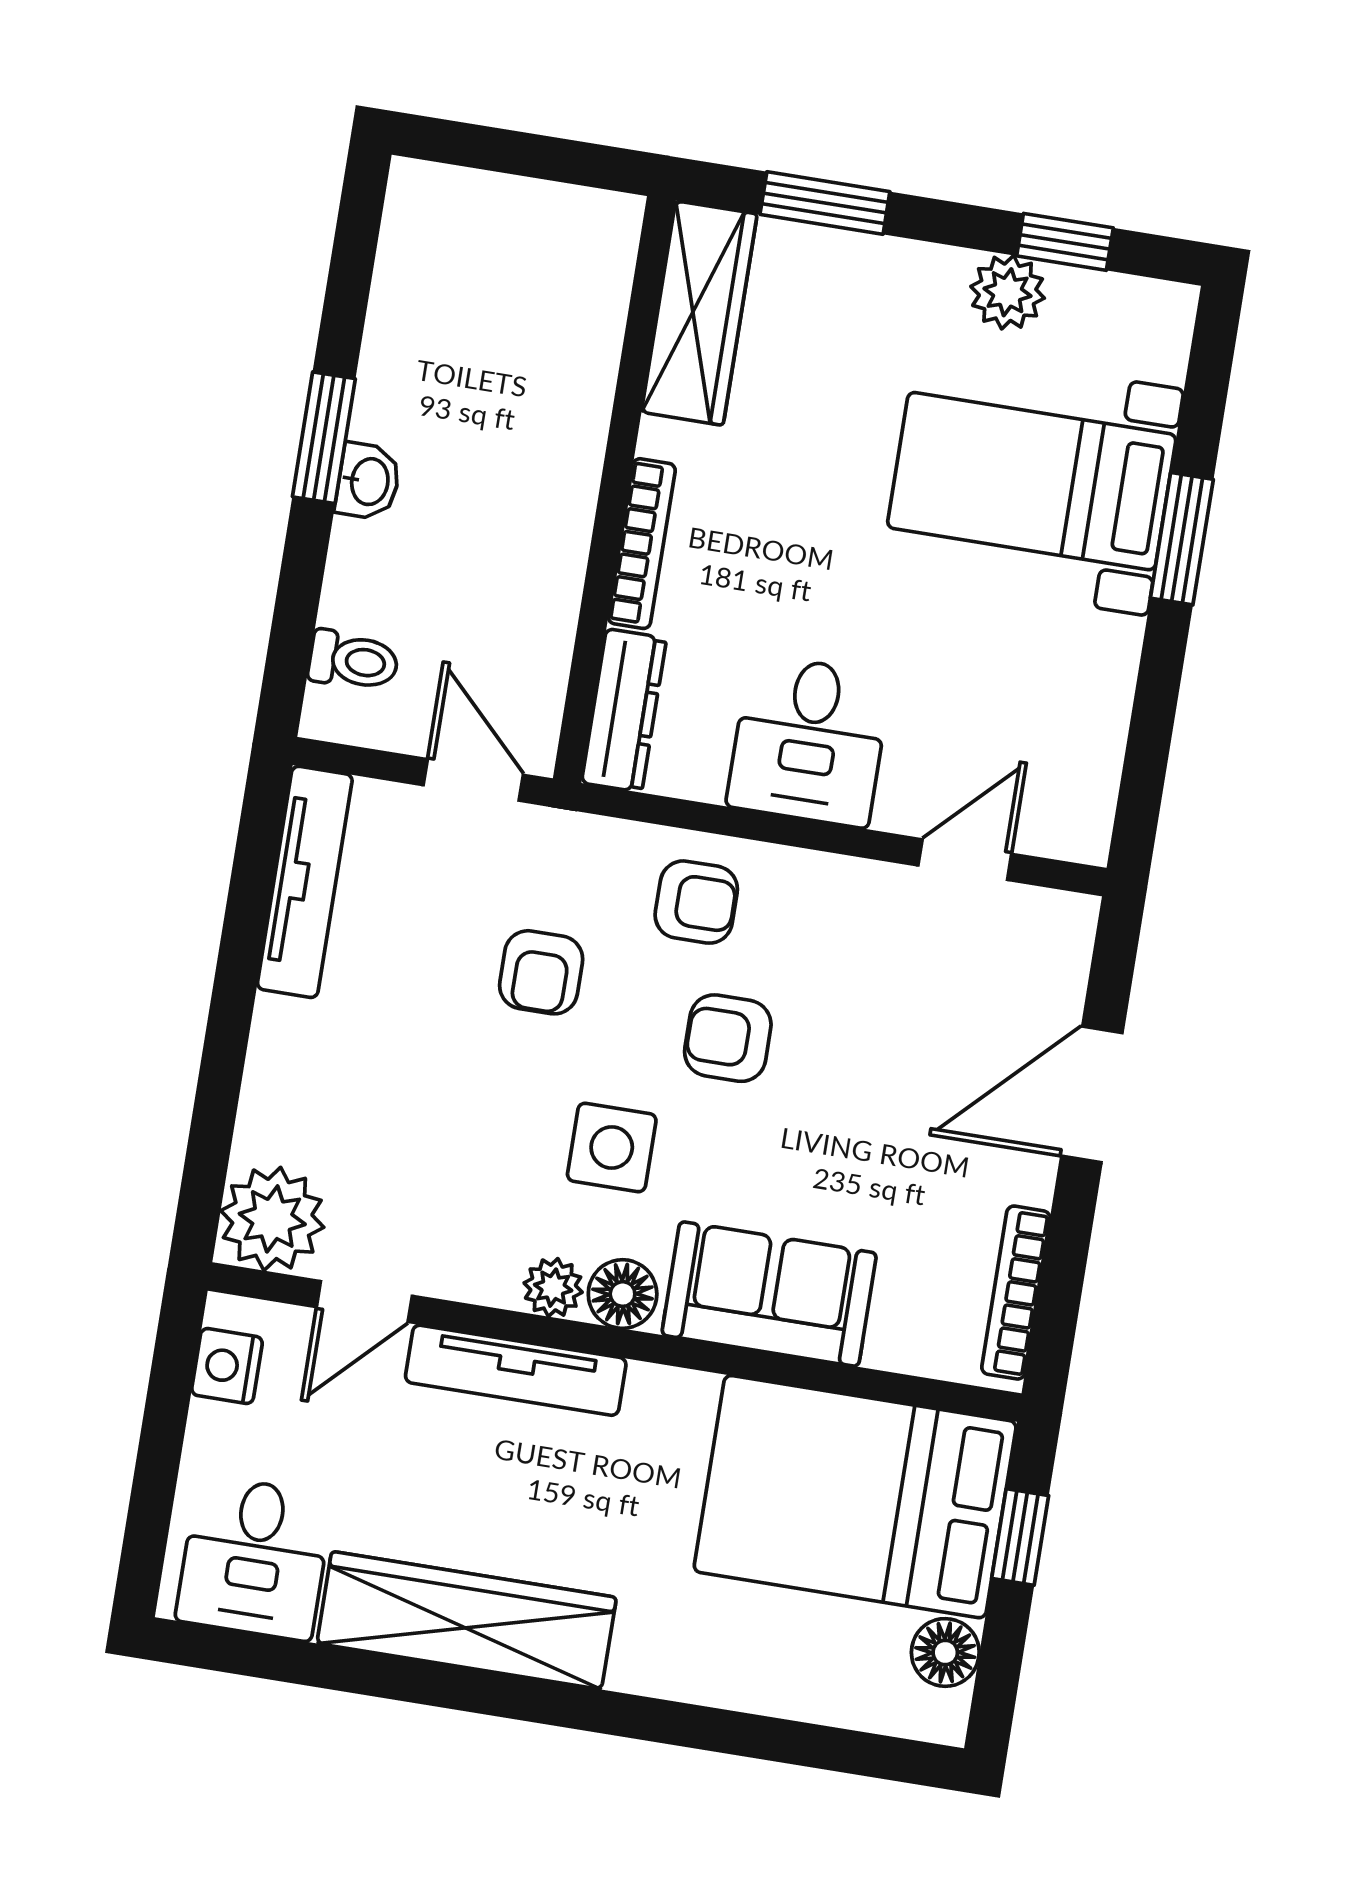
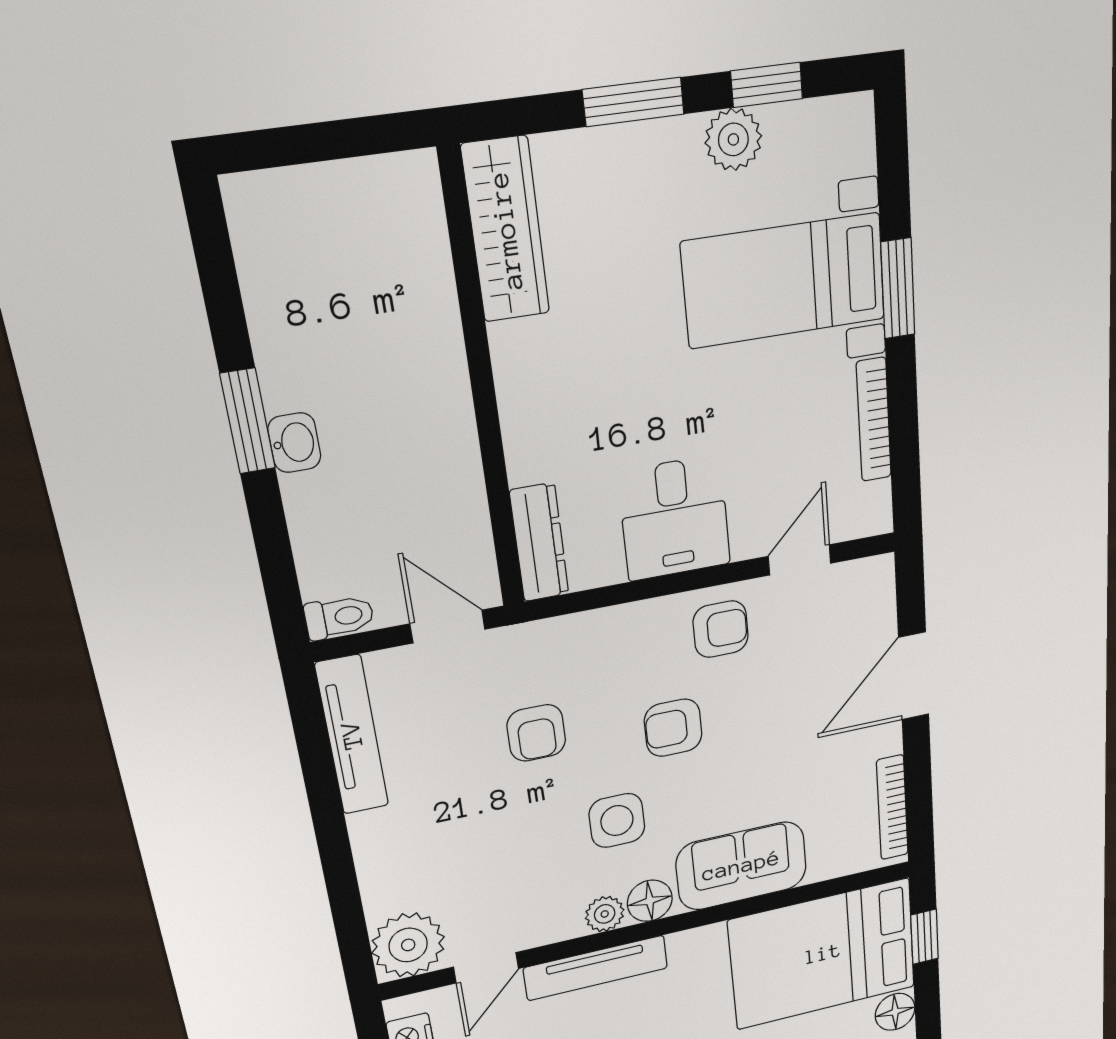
window: (825, 203) -> (633, 102), moved
bookcase: (642, 544) -> (874, 420), moved, turned 180
toilet: (353, 661) -> (339, 617), moved
armchair: (696, 902) -> (721, 629), moved

